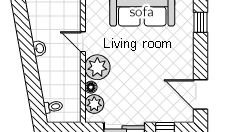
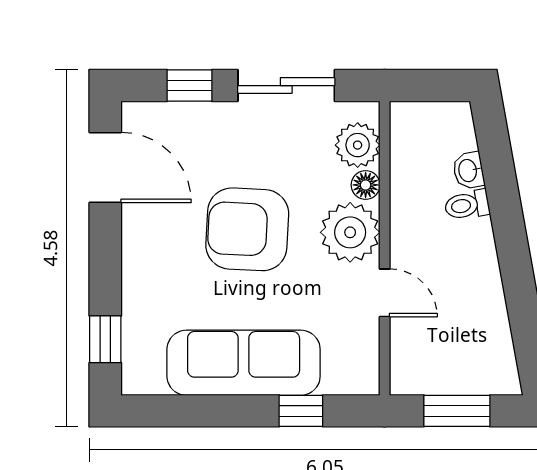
washbasin: (39, 48) -> (468, 170), moved
armchair: (141, 69) -> (247, 229), added
toilet: (53, 107) -> (467, 205), moved

